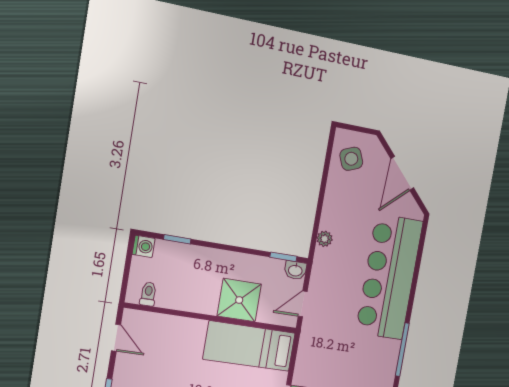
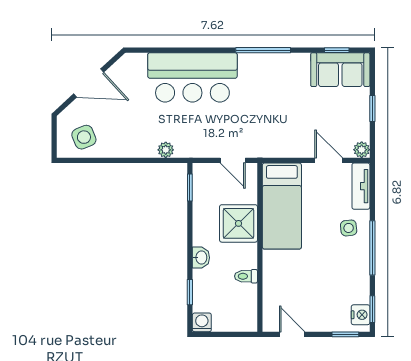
washbasin: (295, 270) -> (201, 258), moved
bar counter: (389, 277) -> (192, 77), width x0.73
toilet: (148, 294) -> (246, 276), moved
door: (116, 338) -> (292, 334), hinge flipped

